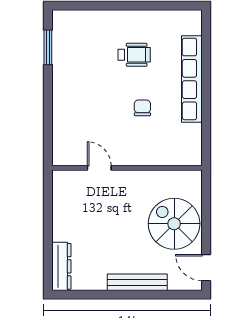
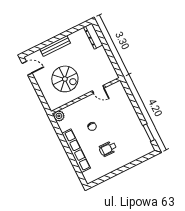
plant: (192, 156) -> (59, 116), added
spiral stairs: (174, 224) -> (65, 79), moved

